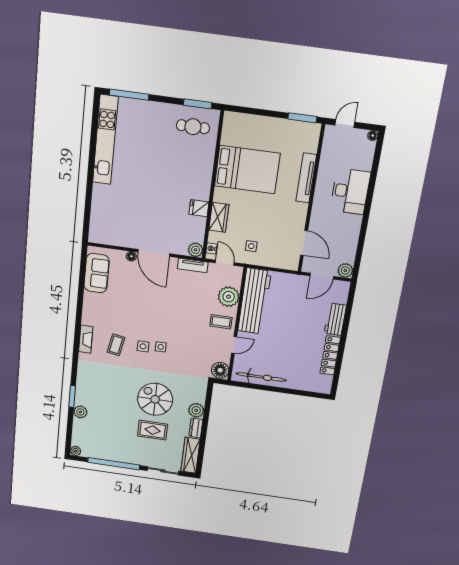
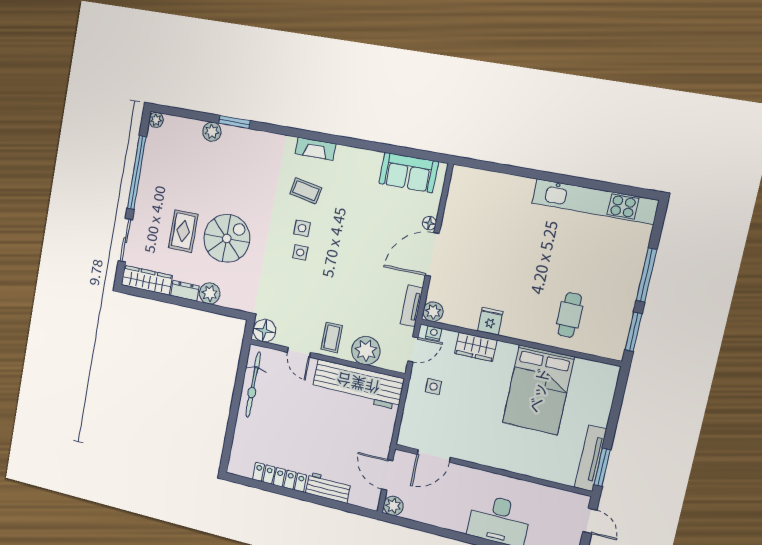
window: (129, 95) -> (647, 275), moved
cafe table: (193, 127) -> (570, 315), moved
tv unit: (306, 178) -> (591, 458), moved, turned -90

